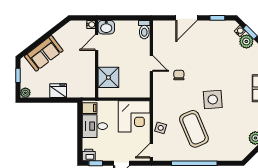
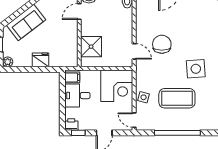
door: (151, 63) -> (134, 51), moved
chair: (179, 75) -> (162, 44), width x1.87, depth x1.87
coffee table: (194, 129) -> (177, 98), turned -67
door: (151, 151) -> (134, 120), hinge flipped

